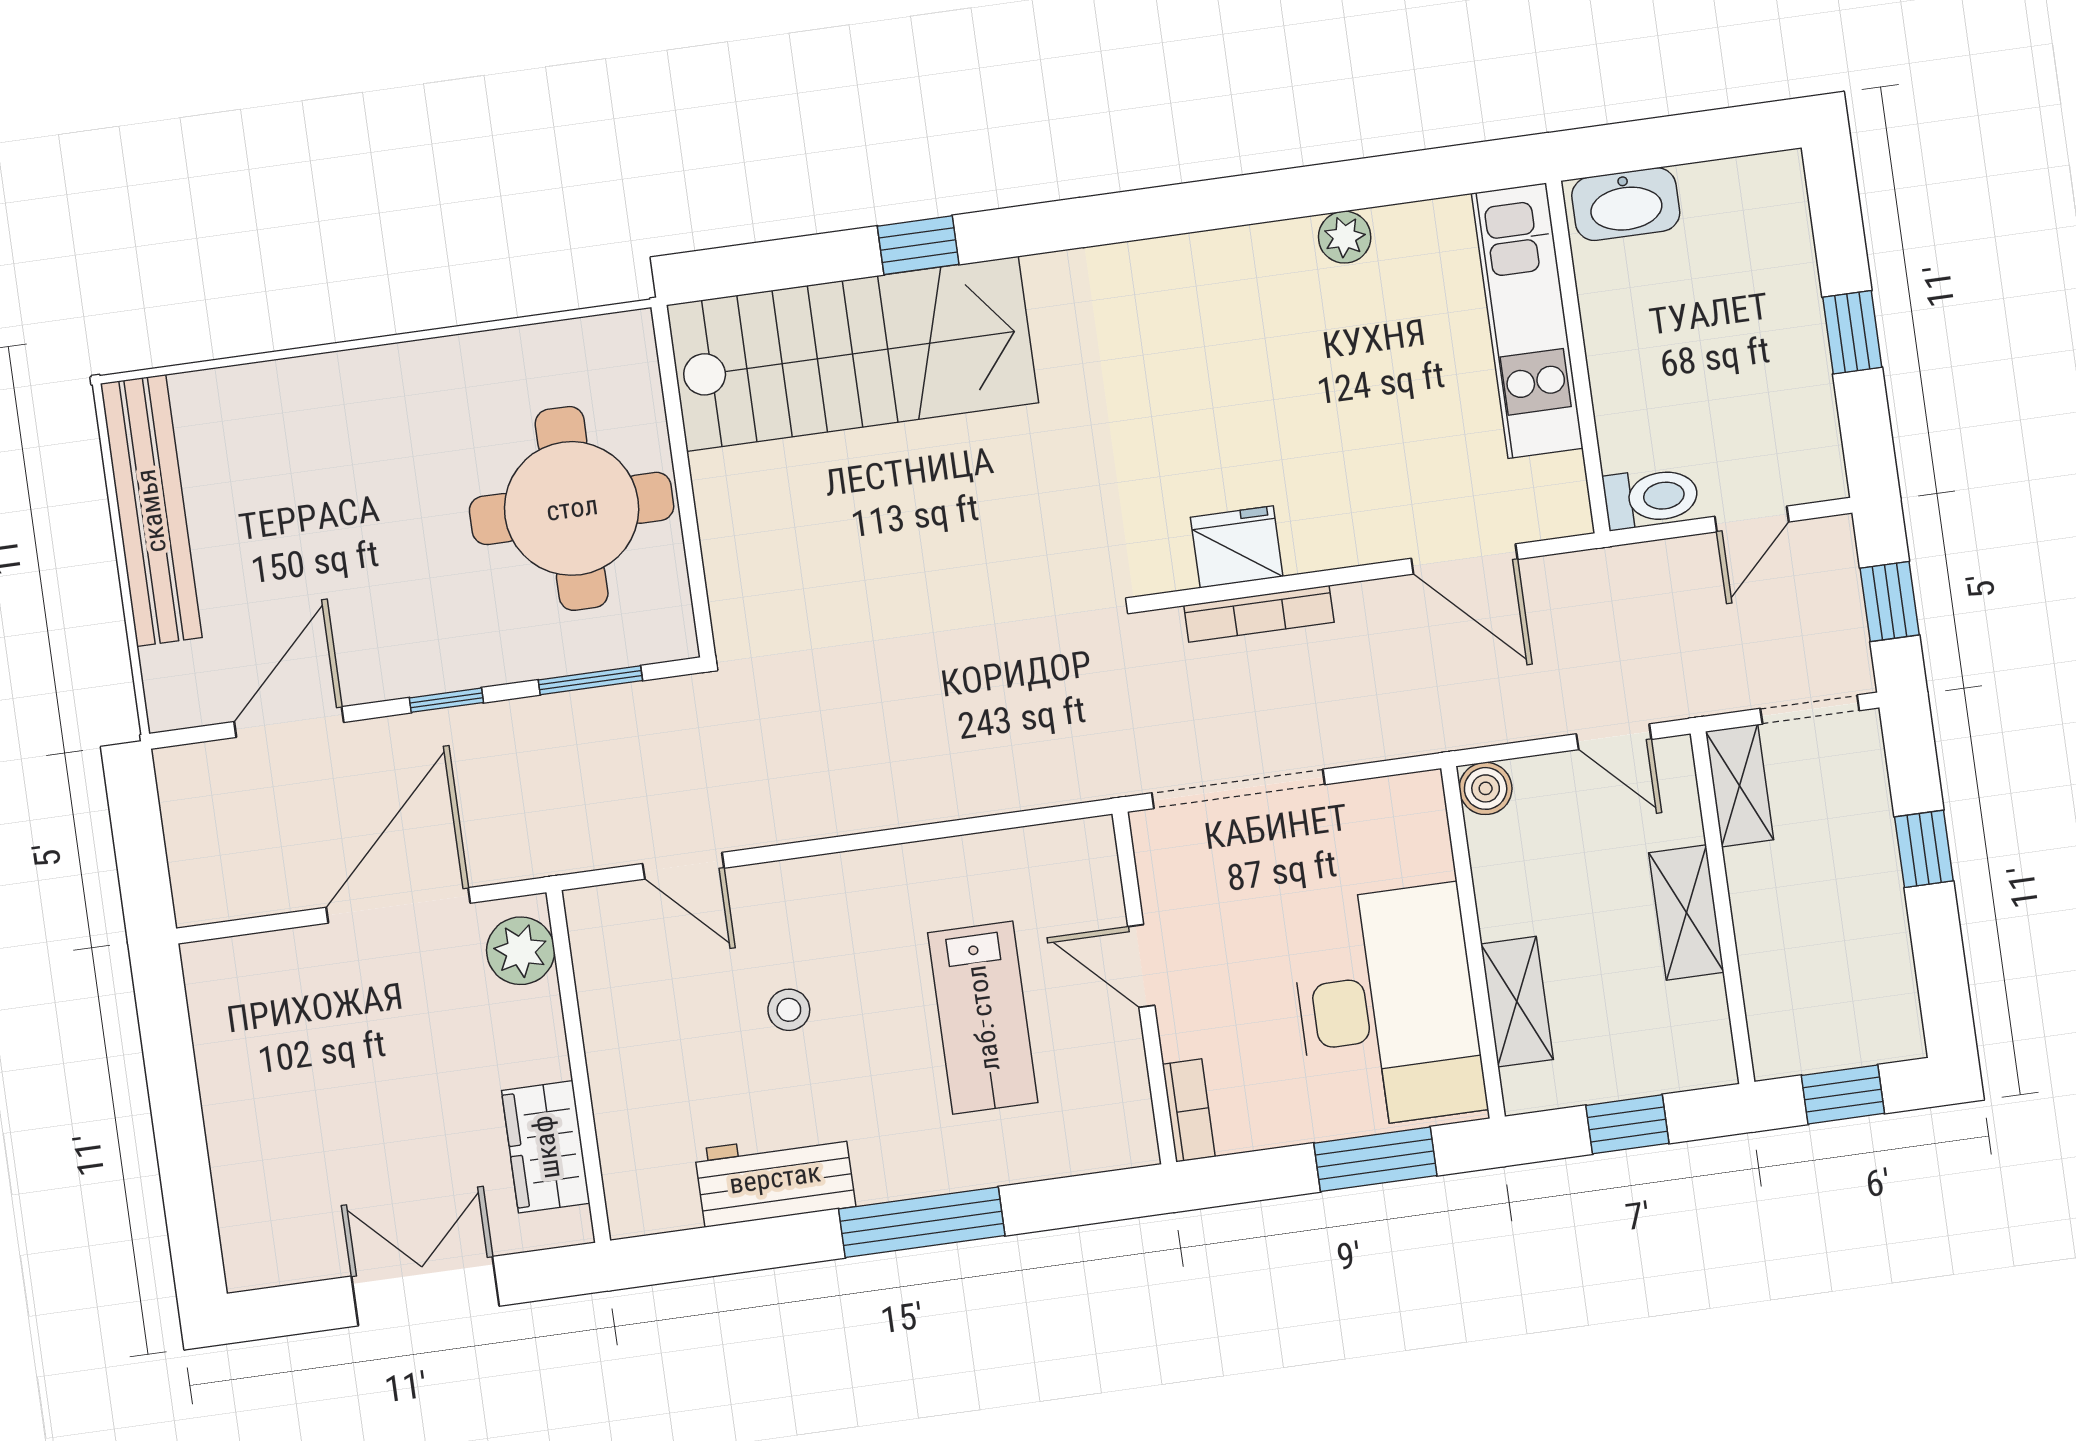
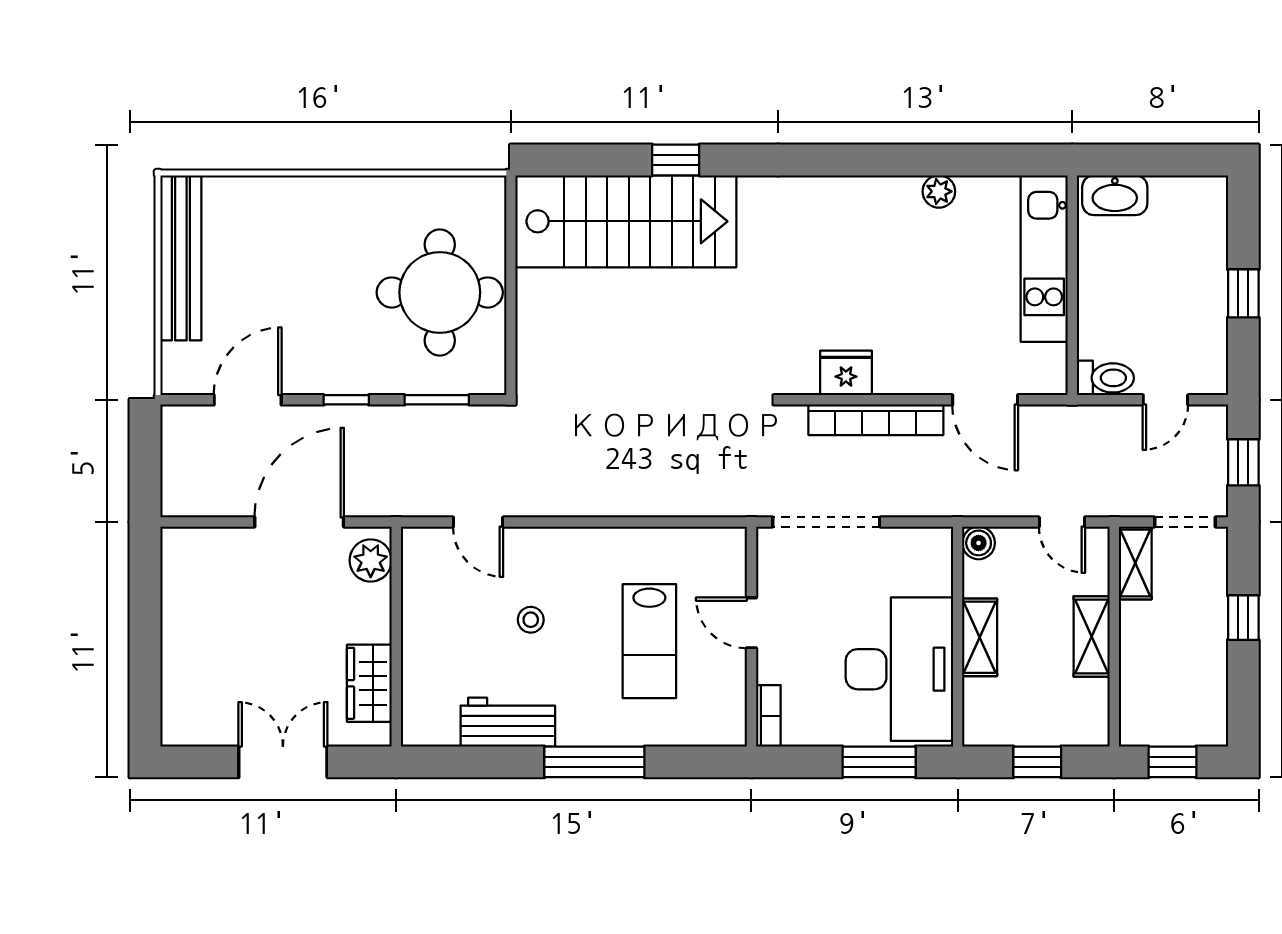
bookcase: (1259, 614) -> (876, 420), width x1.48, depth x1.31
shelving: (1517, 1002) -> (980, 637), moved

